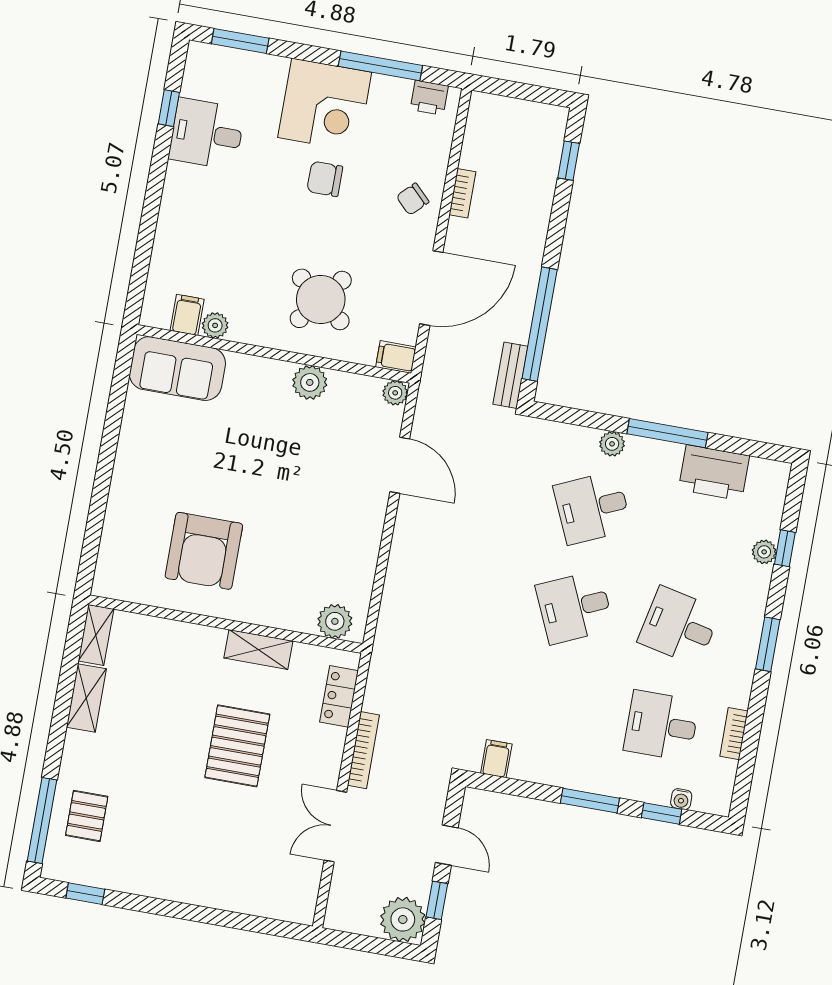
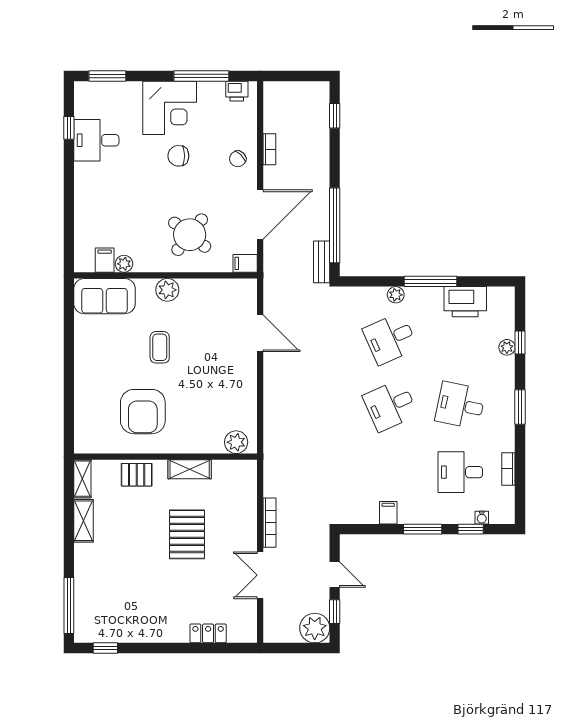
plant: (310, 382) -> (167, 290), moved
plant: (395, 393) -> (249, 287), removed
coffee table: (246, 459) -> (160, 347), added
locker: (339, 696) -> (208, 633), moved, turned 90
filing cabinet: (496, 759) -> (388, 513), moved
pallet: (87, 816) -> (137, 475), moved, turned 90

